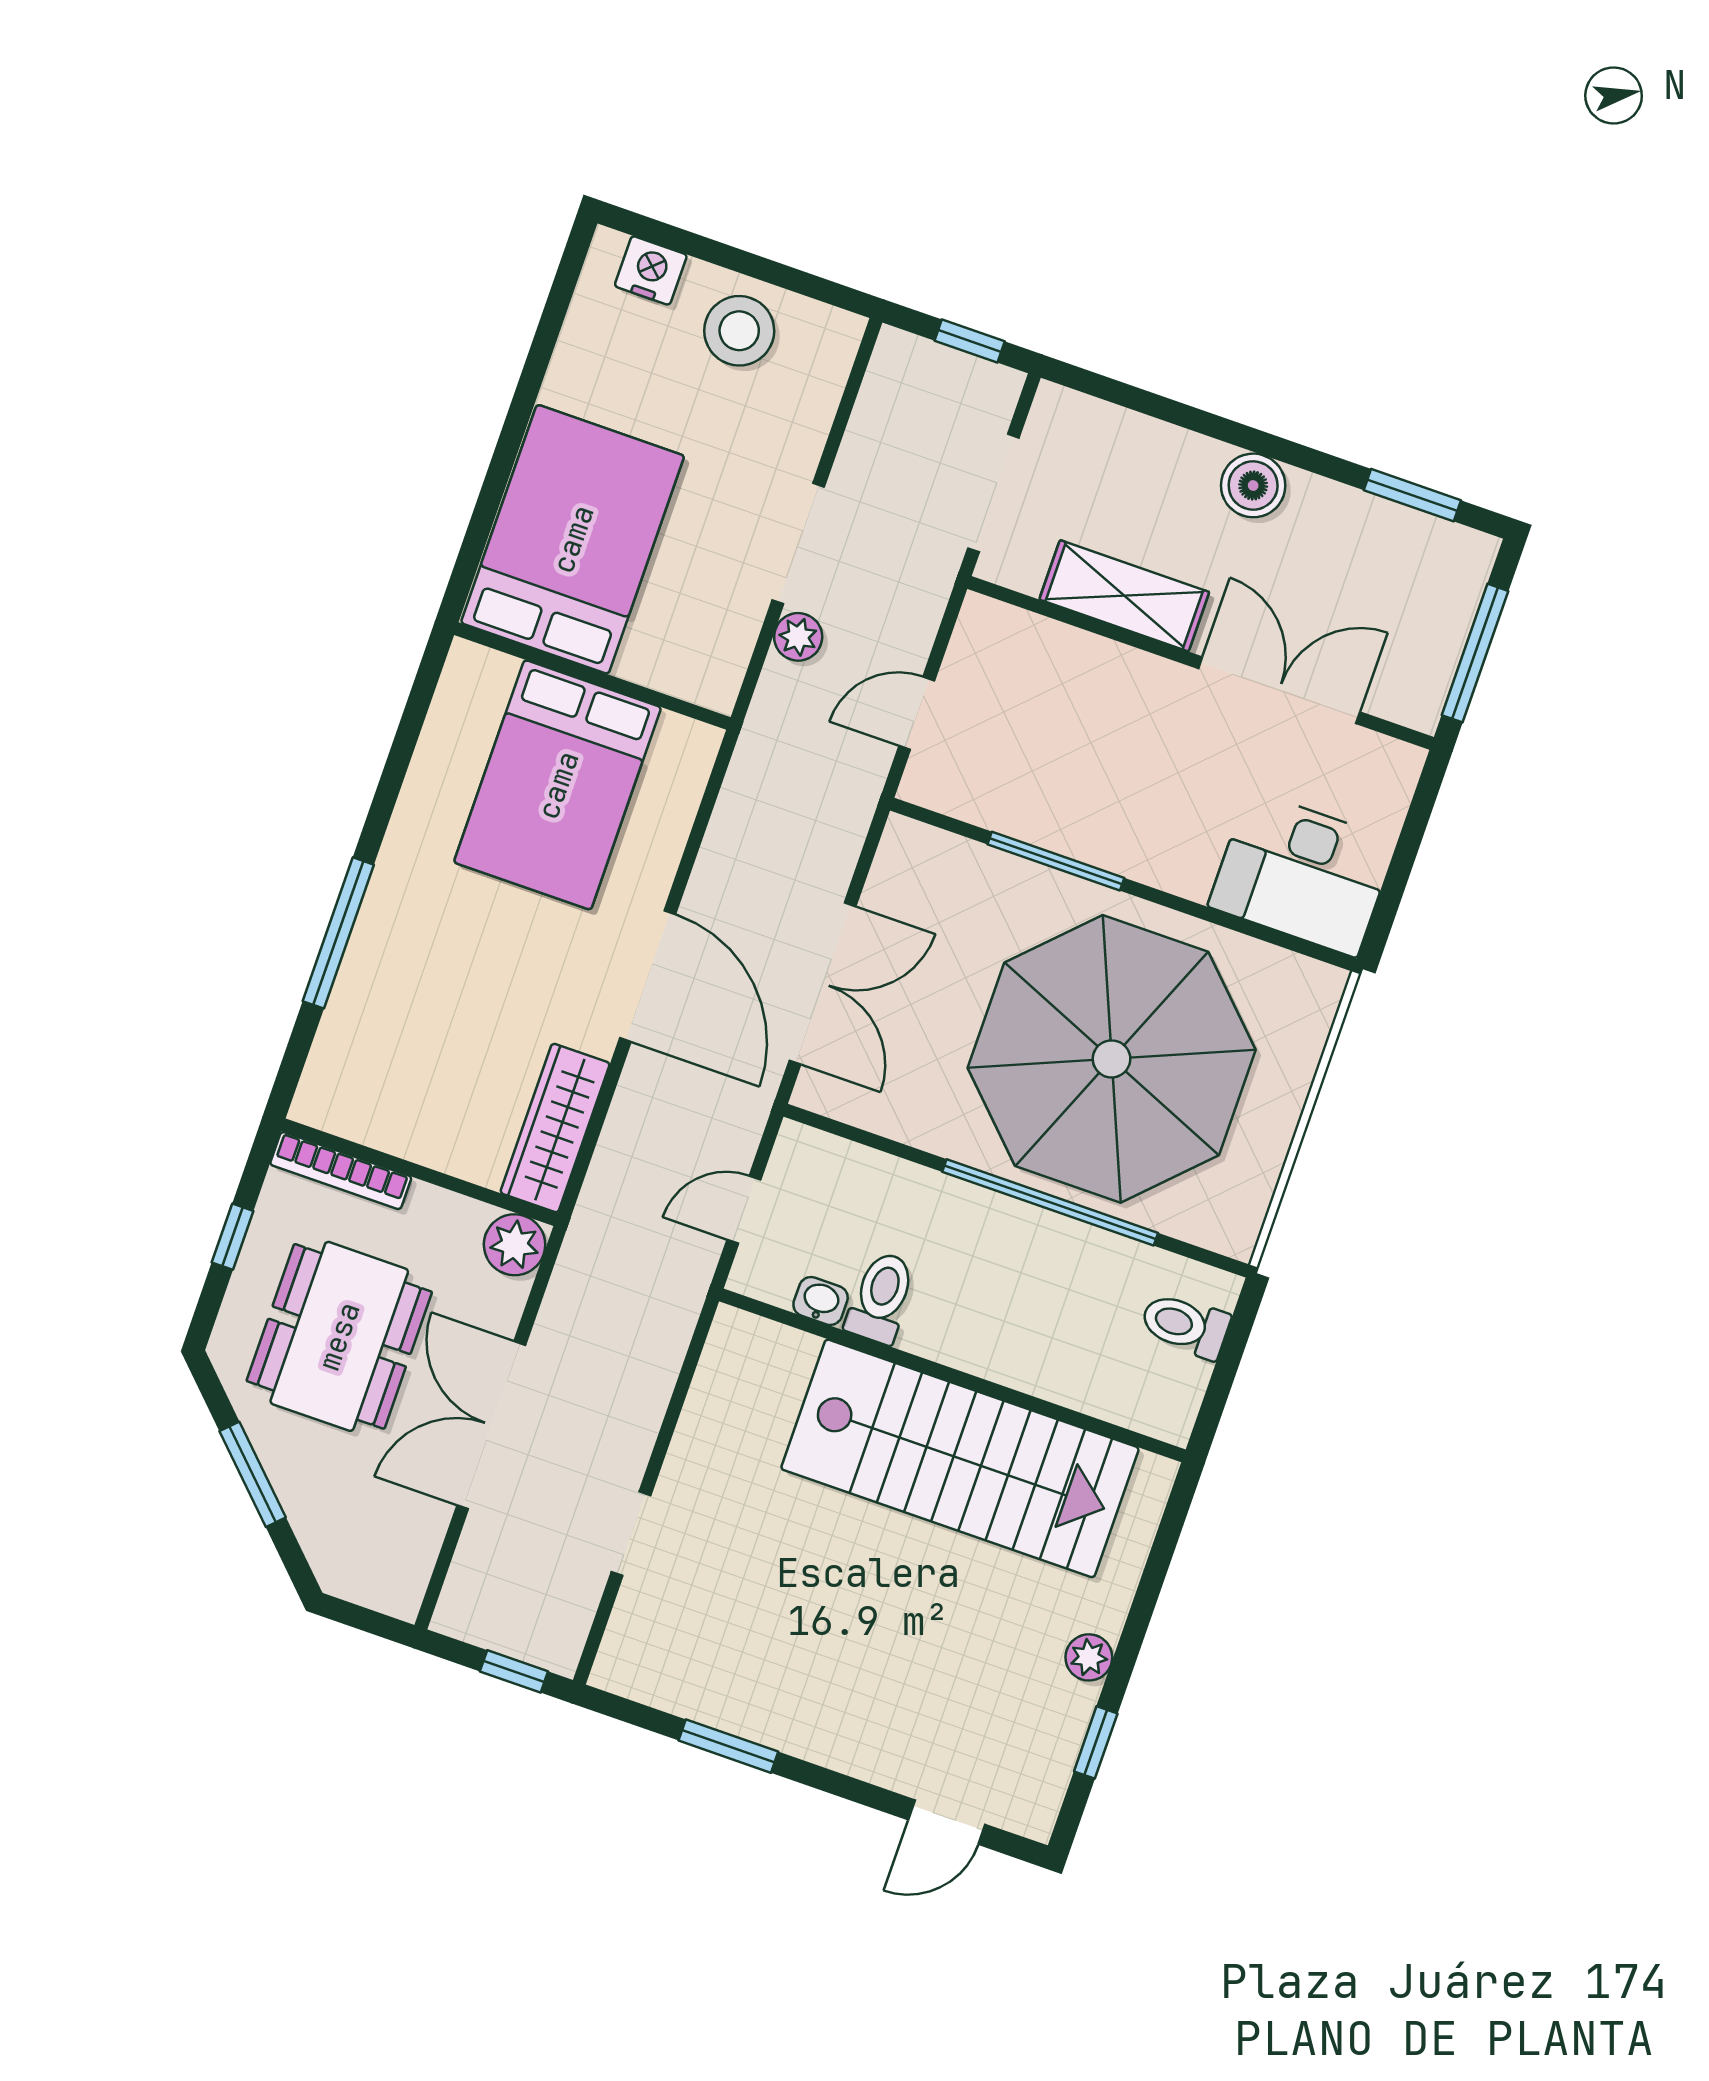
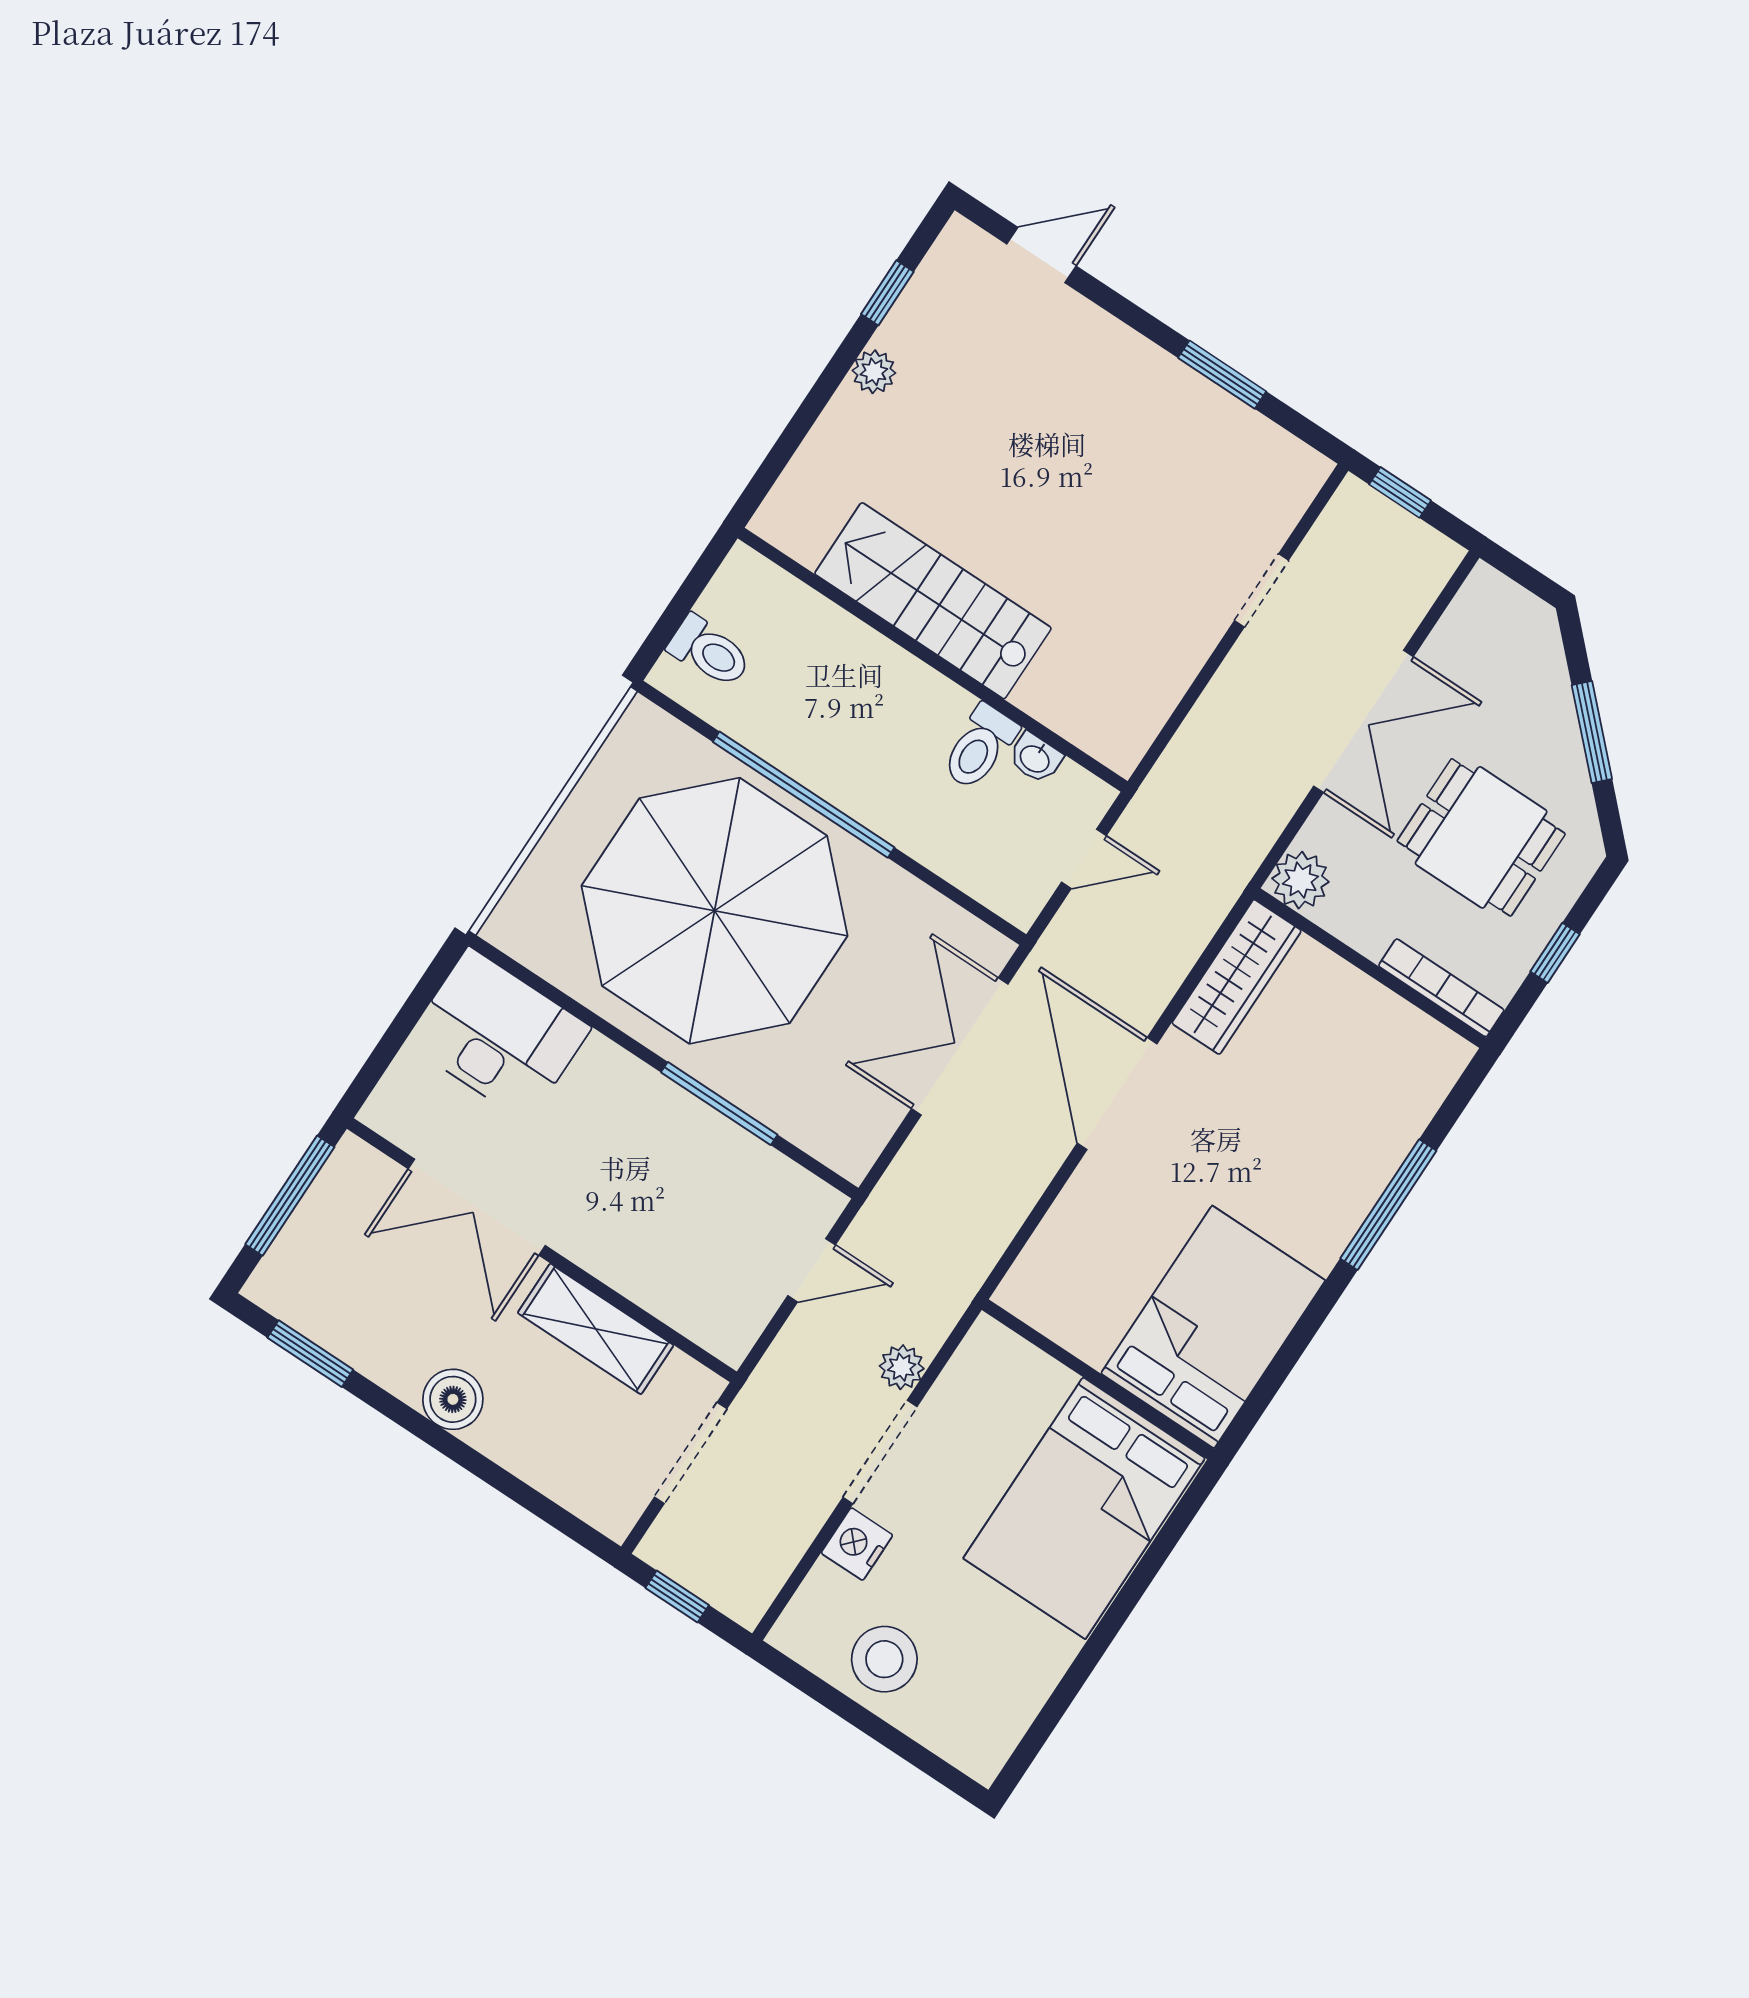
nightstand: (651, 270) -> (857, 1544), moved, turned 90
bed: (558, 785) -> (1213, 1327), moved
dining table: (339, 1336) -> (1481, 837), width x0.73
stairs: (960, 1458) -> (933, 601), width x0.73, depth x0.66

